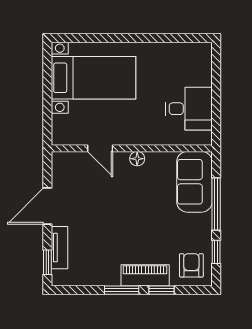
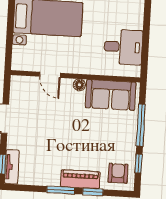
sofa: (194, 182) -> (111, 95), moved, turned -90
tv unit: (59, 248) -> (12, 167), moved

